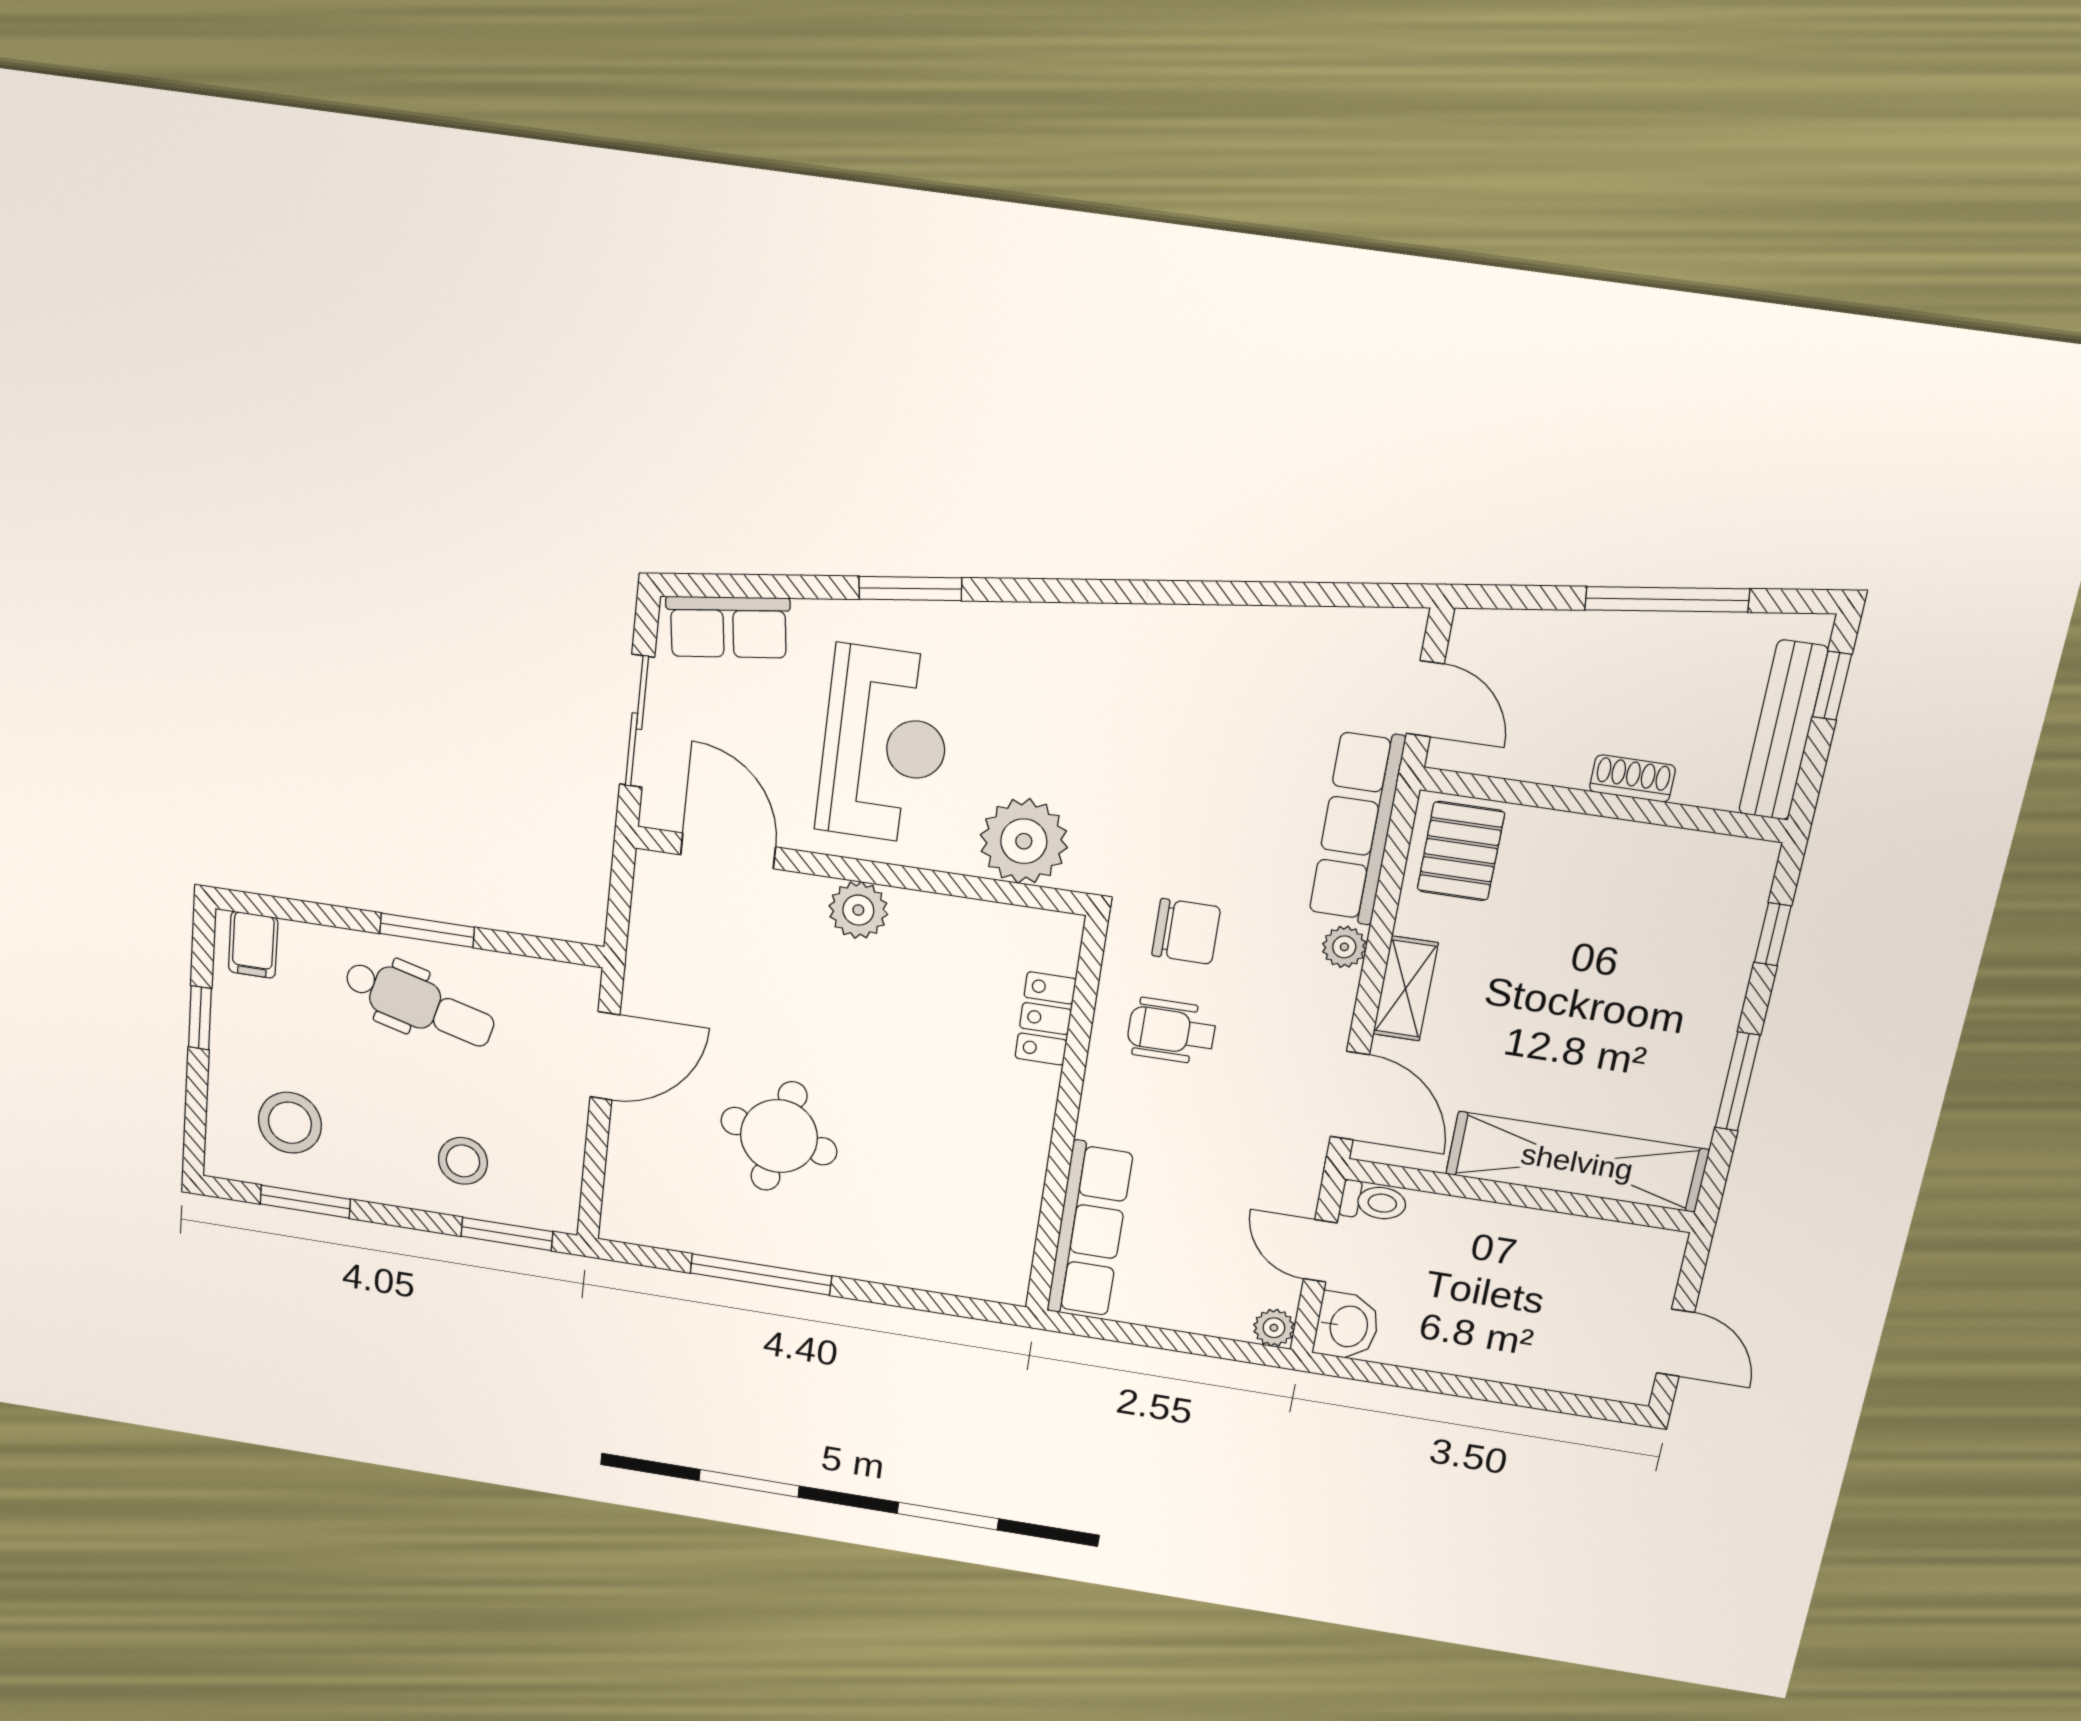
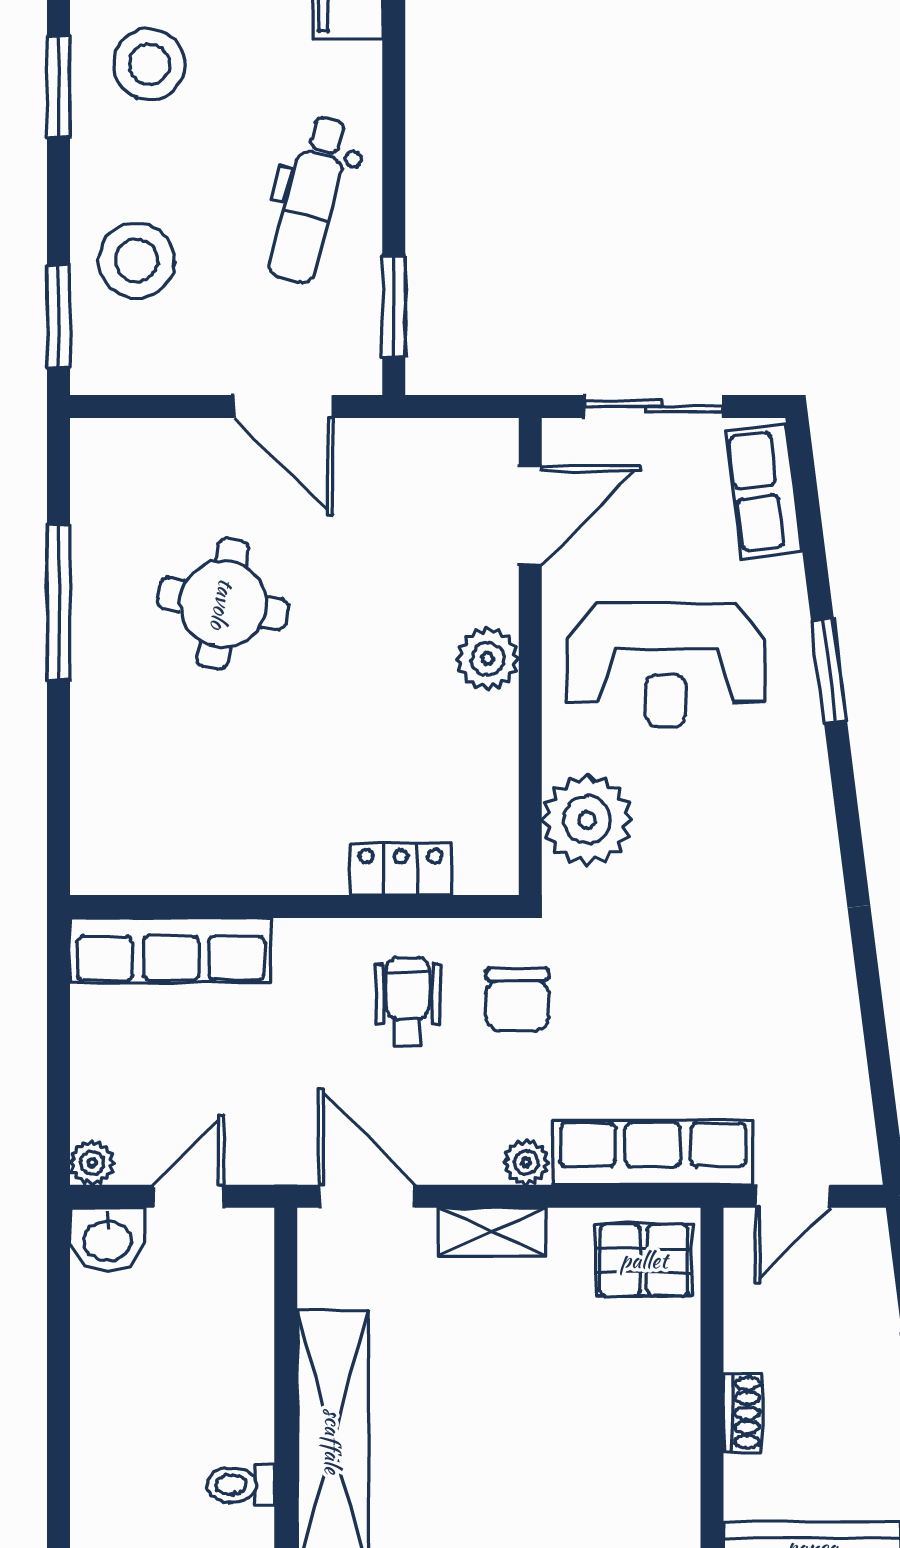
window: (427, 930) -> (394, 306), moved
door: (1350, 1096) -> (367, 1196), swing flipped
stool: (463, 1161) -> (137, 261), width x1.38, depth x1.38
toilet: (1373, 1202) -> (241, 1485), moved, turned 90

